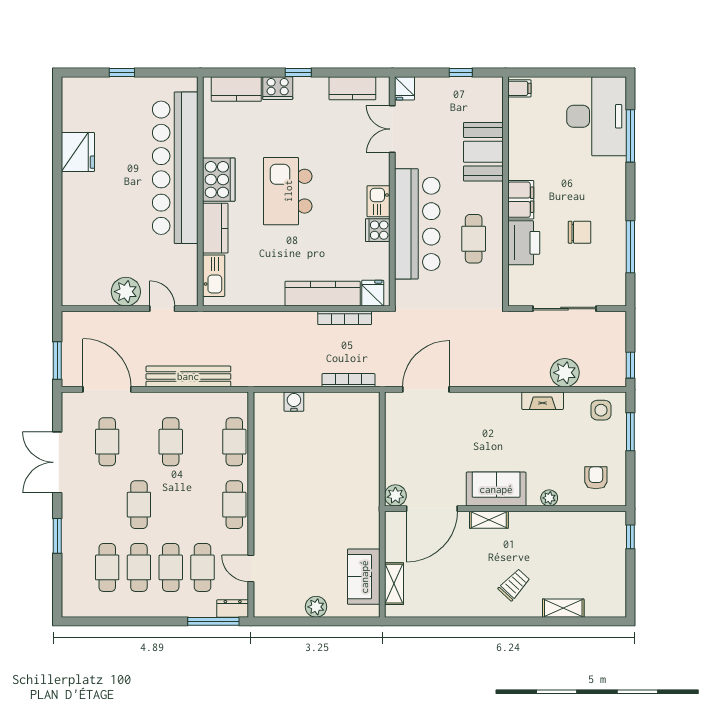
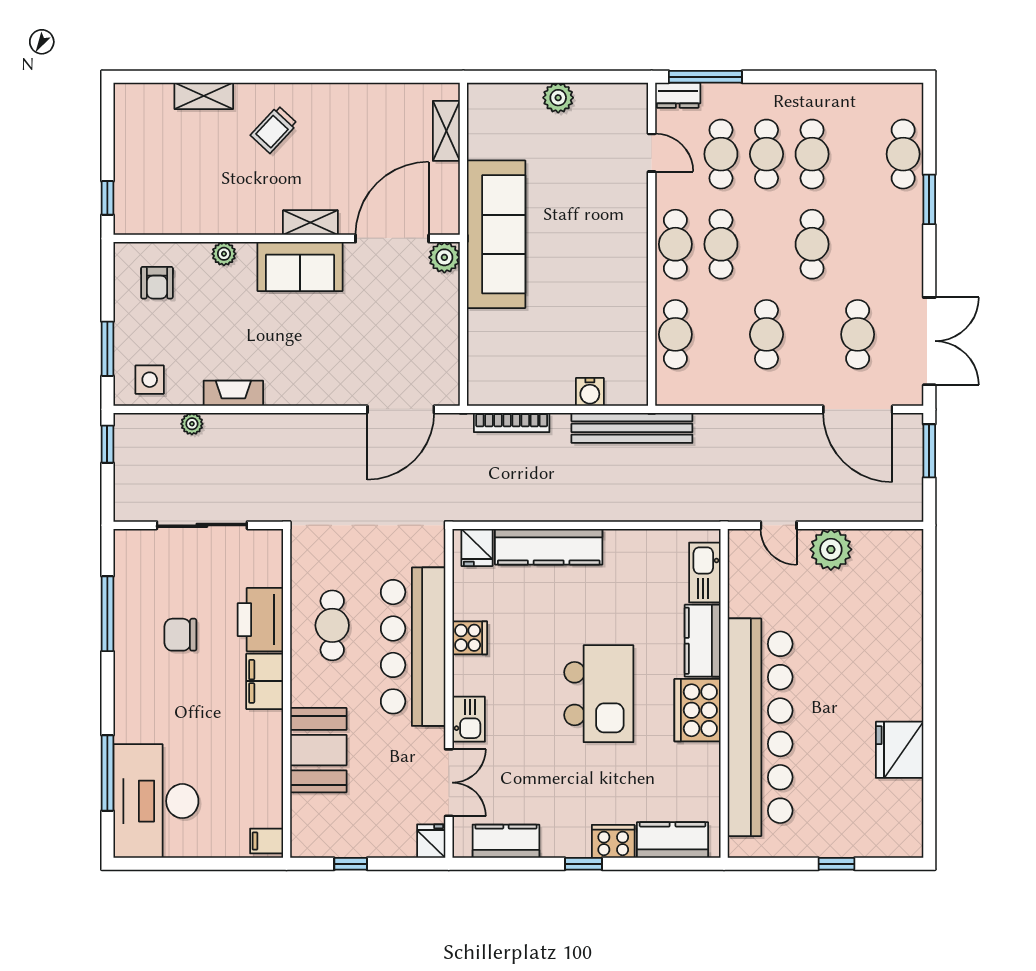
kitchen sink: (379, 201) -> (469, 719), moved
bookcase: (345, 318) -> (517, 512), removed
plant: (565, 373) -> (192, 424), width x0.53, depth x0.53
bench: (188, 376) -> (632, 428), moved
double door: (57, 462) -> (929, 341), moved
cafe table: (203, 505) -> (721, 244), added
cafe table: (107, 567) -> (903, 154), moved
sofa: (364, 577) -> (496, 234), moved, width x1.85, depth x1.27

